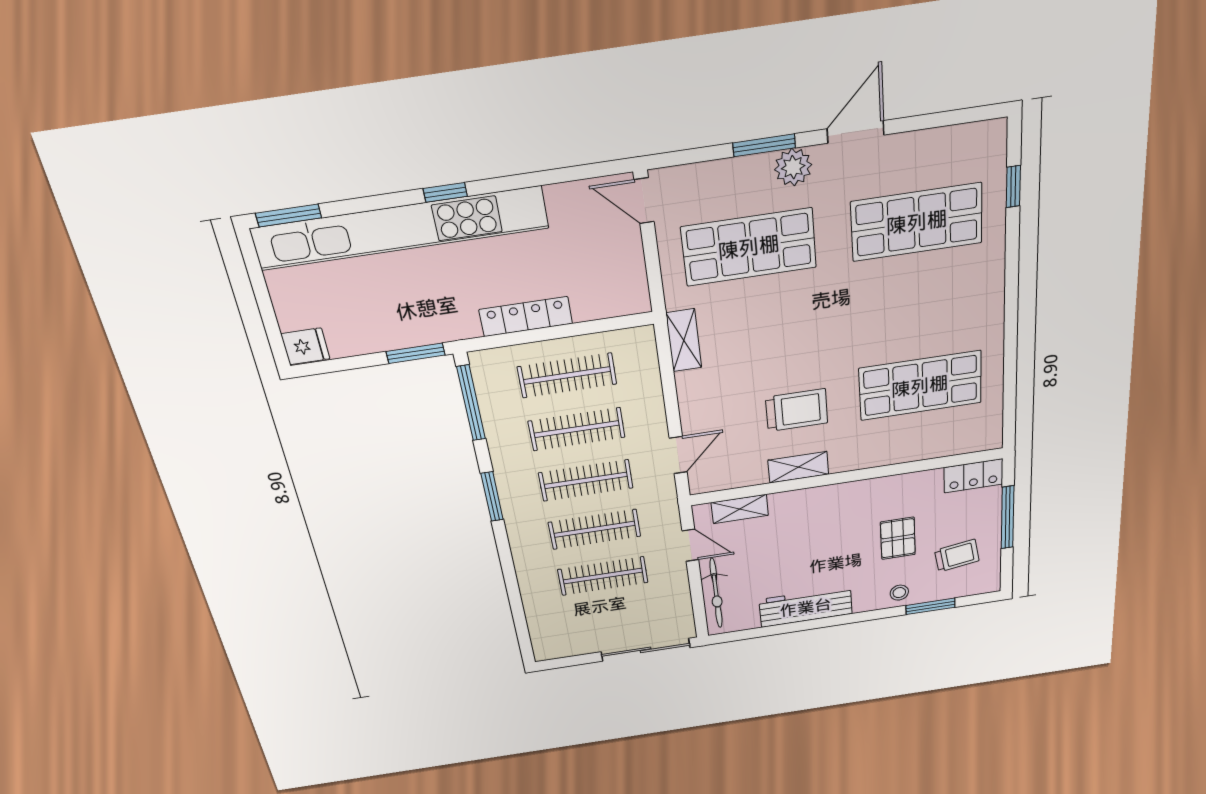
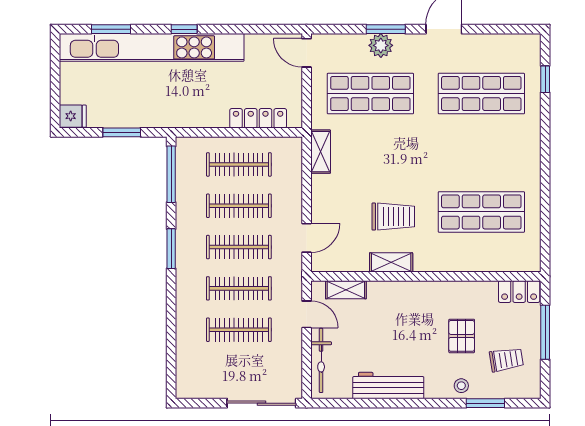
plant: (793, 167) -> (381, 45), moved
window: (289, 215) -> (111, 29), moved
locker: (526, 317) -> (258, 118), moved
window: (415, 353) -> (122, 132), moved

